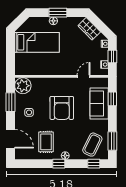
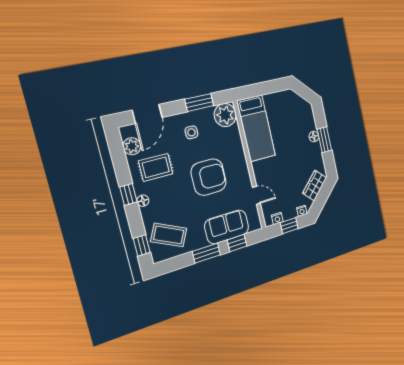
bed: (37, 42) -> (256, 128), moved
armchair: (62, 108) -> (209, 177), turned 180
window: (112, 141) -> (206, 253), moved
plant: (29, 154) -> (132, 146), added

